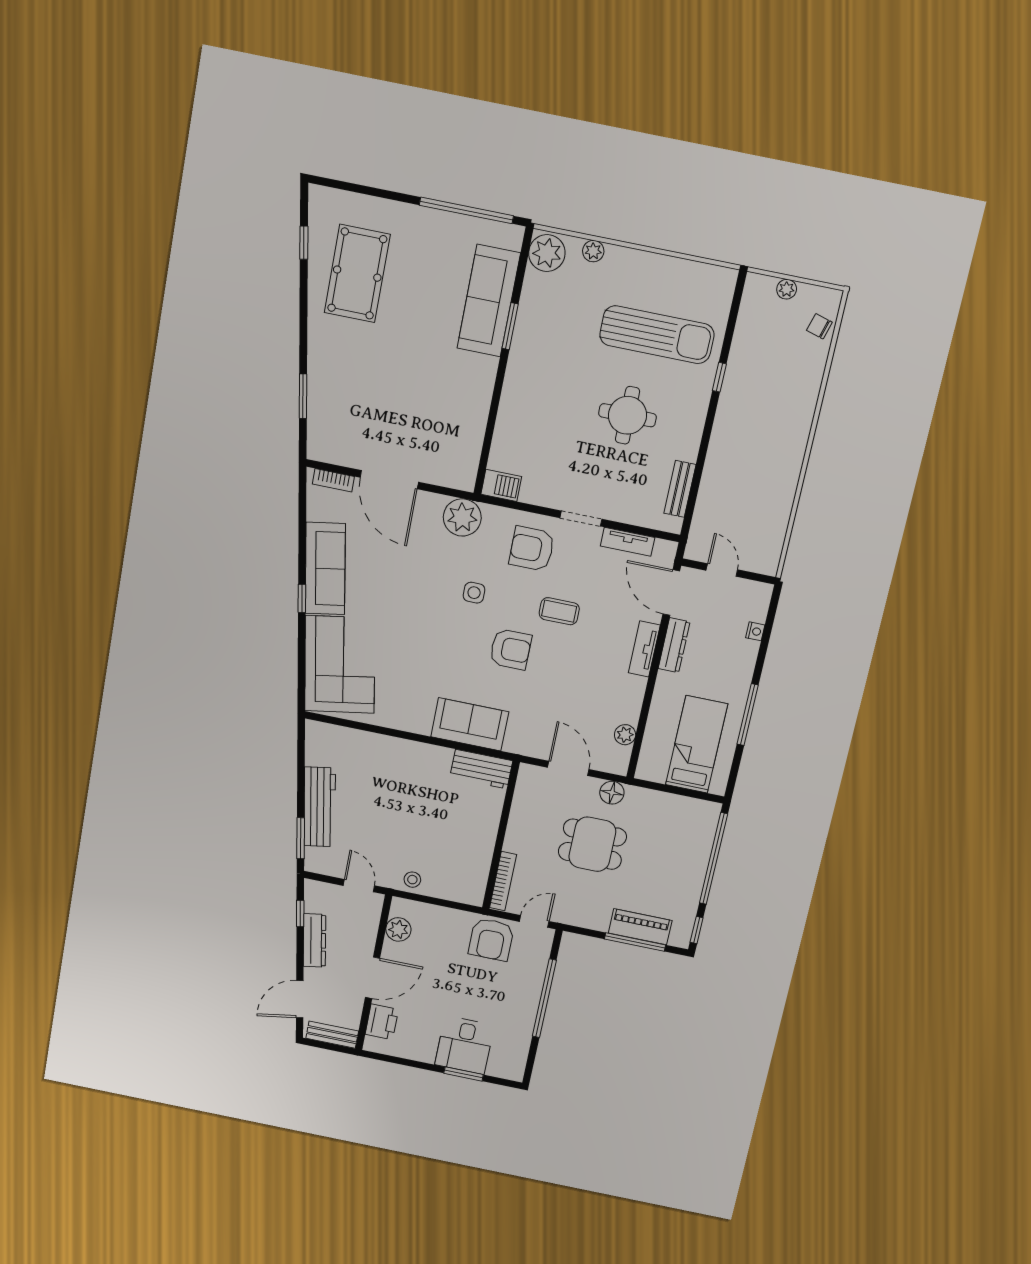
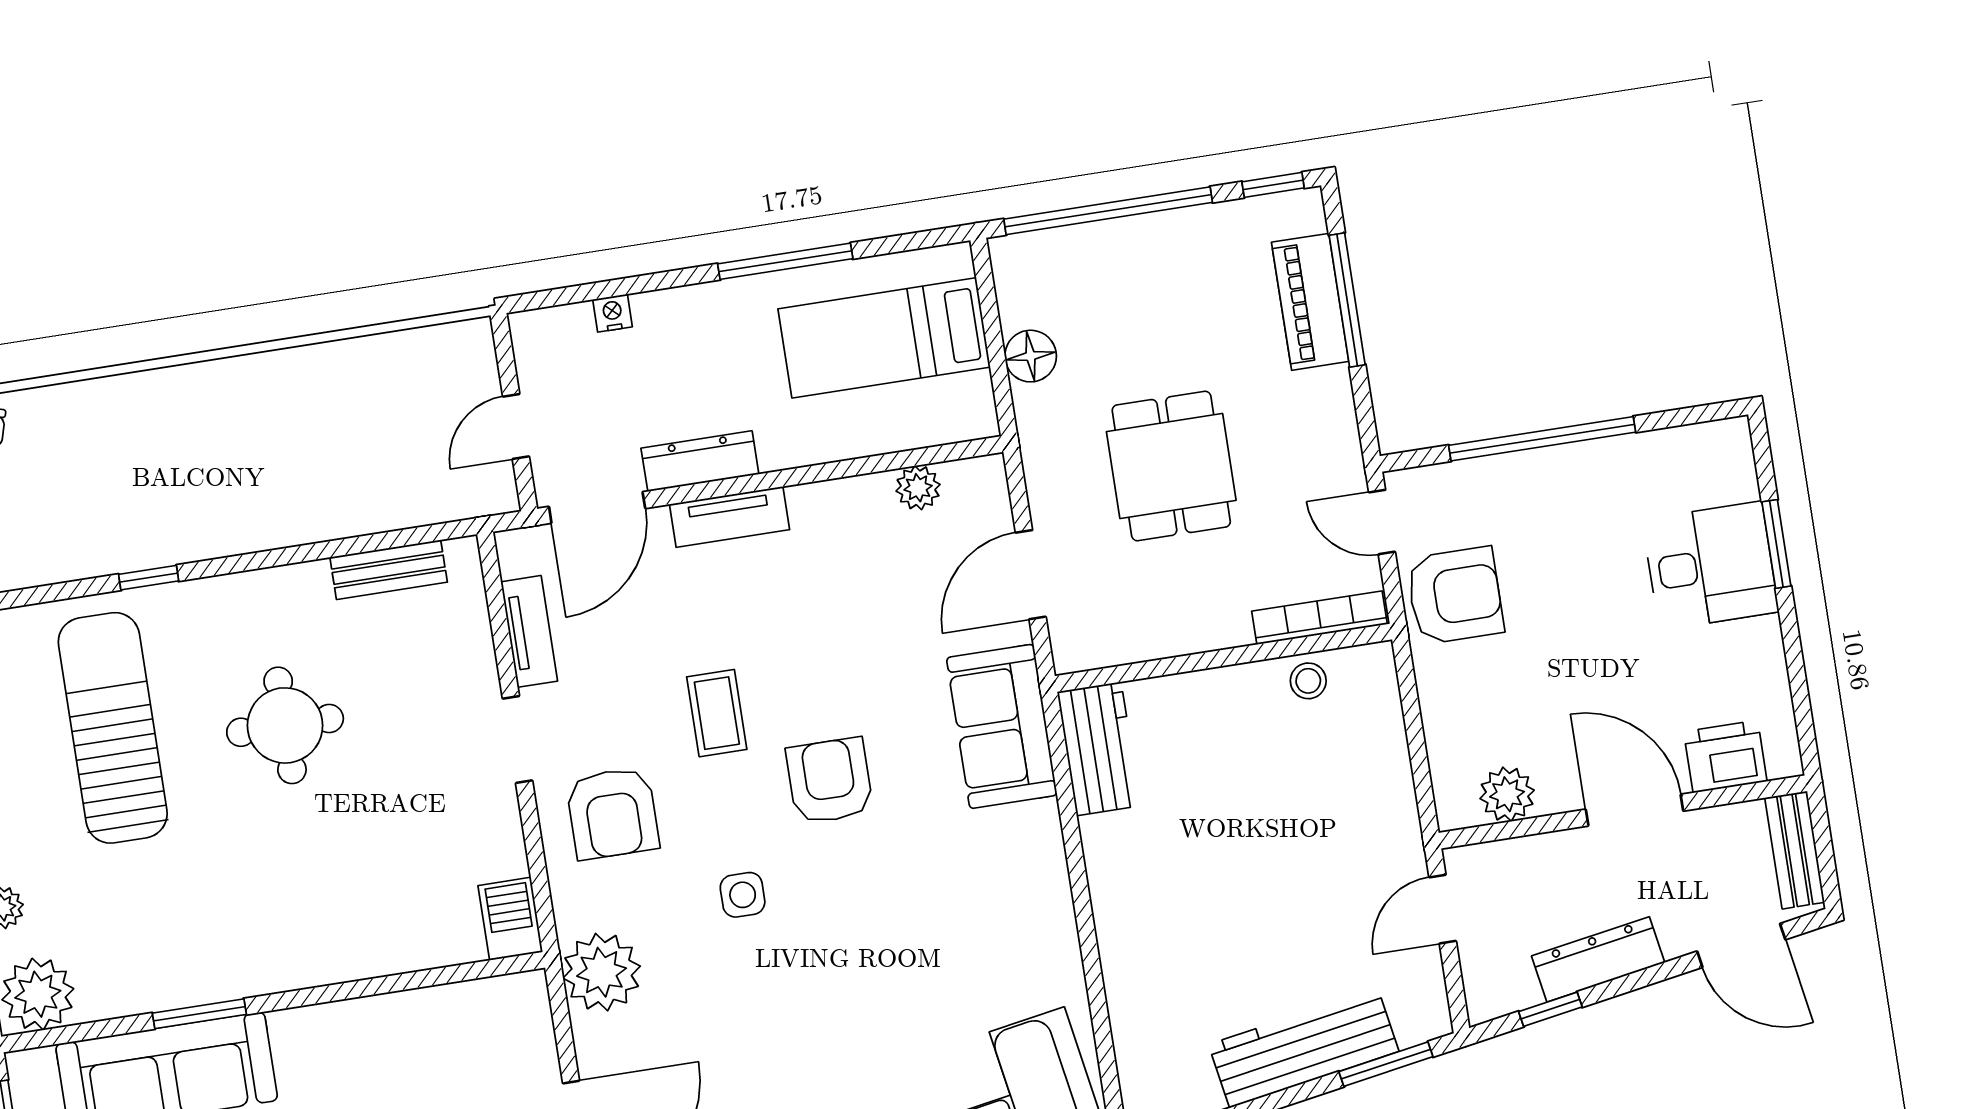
sofa: (470, 724) -> (1002, 726), moved
floor lamp: (612, 793) -> (1031, 356), moved
stool: (412, 880) -> (1308, 681), moved

